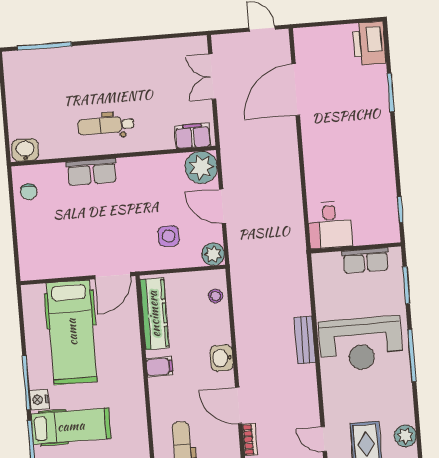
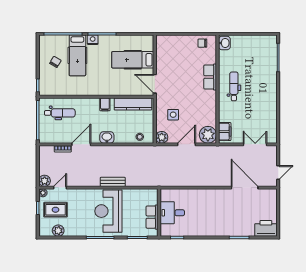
desk: (330, 225) -> (172, 213), moved
hospital bed: (72, 332) -> (133, 60), width x0.73, depth x0.78

